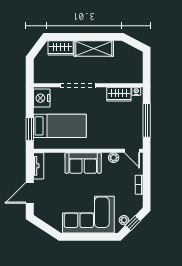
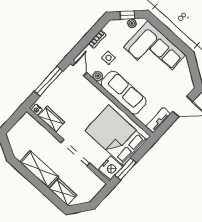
bed: (60, 126) -> (116, 135), width x1.50
window: (30, 129) -> (126, 169), moved
sofa: (83, 163) -> (124, 93), width x1.36
side table: (118, 179) -> (109, 58), added

